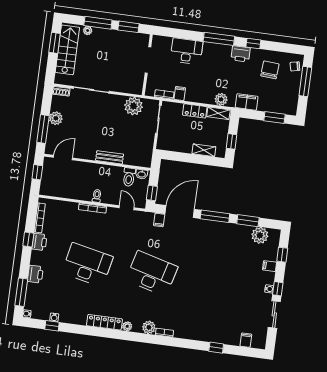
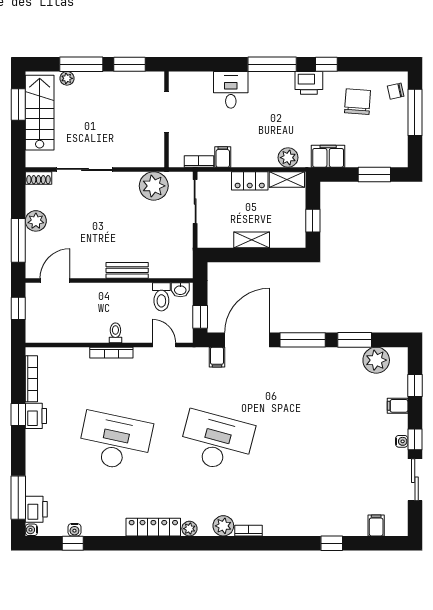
desk: (186, 51) -> (231, 90), width x0.73
shelving: (204, 150) -> (252, 240), moved
printer: (35, 274) -> (36, 509), moved

